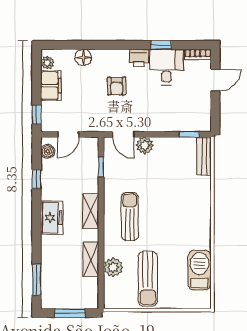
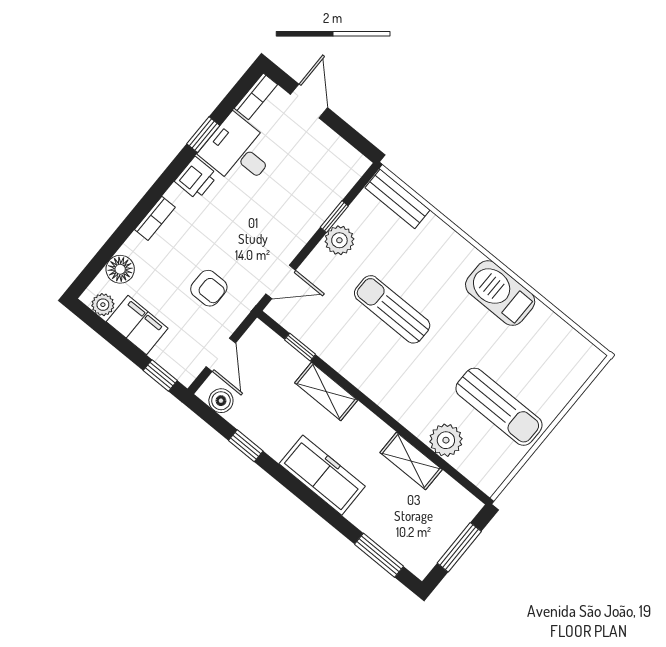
bookcase: (105, 54) -> (155, 218), added
floor lamp: (83, 57) -> (120, 269), moved
armchair: (117, 86) -> (209, 288), moved
window: (189, 134) -> (334, 217), moved
plant: (145, 145) -> (339, 240), moved
shelving: (91, 211) -> (326, 391), moved
sun lounger: (130, 217) -> (392, 309), moved
freezer: (52, 218) -> (322, 475), width x1.40
barbecue: (199, 270) -> (500, 293), moved

